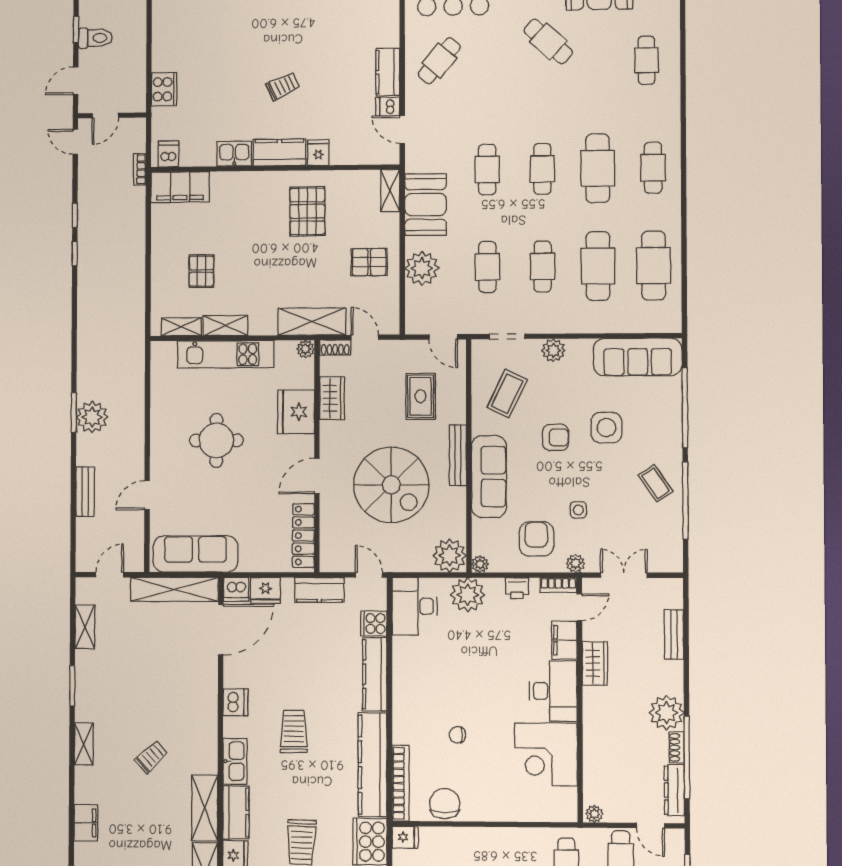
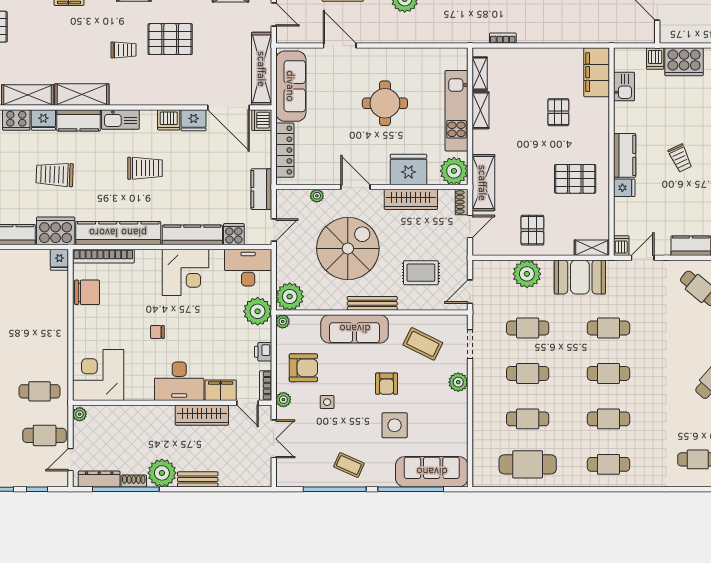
cooker: (164, 89) -> (684, 62), width x1.37, depth x1.31
dishwasher: (388, 107) -> (621, 246), moved
dishwasher: (168, 154) -> (655, 59), moved, turned 90
kitchen sink: (234, 154) -> (624, 87), moved
cafe table: (598, 168) -> (609, 419), width x0.73, depth x0.74
bookcase: (140, 169) -> (503, 38), moved
cafe table: (598, 266) -> (528, 419), width x0.73, depth x0.74
pallet: (201, 271) -> (558, 112), moved, turned 90
plant: (306, 349) -> (454, 171), width x1.88, depth x1.88
sofa: (638, 357) -> (432, 472), moved, turned 90
wardrobe: (332, 398) -> (411, 199), width x1.50
coffee table: (656, 483) -> (349, 465), turned 58
spiral stairs: (391, 485) -> (348, 249), turned 180
door: (147, 495) -> (340, 46), width x1.38
plant: (327, 523) -> (317, 196), added
locker: (303, 536) -> (285, 150), moved, turned 90
fridge: (265, 590) -> (194, 120), moved, turned -90
bench: (674, 634) -> (198, 479), moved
wardrobe: (595, 663) -> (202, 415), width x1.50
corner desk: (420, 683) -> (185, 272), added
pallet: (138, 700) -> (170, 39), added
chair: (457, 735) -> (157, 332), moved, turned -90
corner desk: (546, 754) -> (98, 375), moved
trolley: (151, 757) -> (123, 50), turned -47

